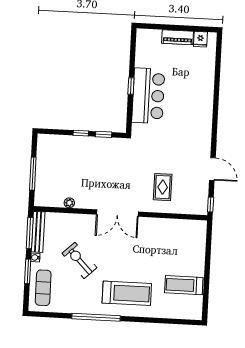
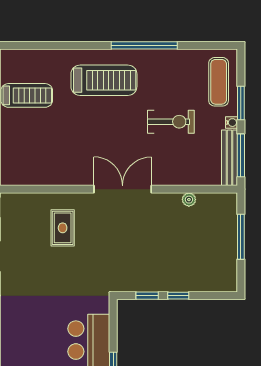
exercise bike: (80, 260) -> (171, 122), turned -46
treadmill: (127, 293) -> (104, 80), turned 180

